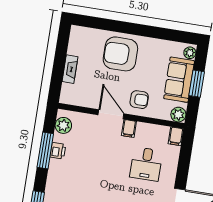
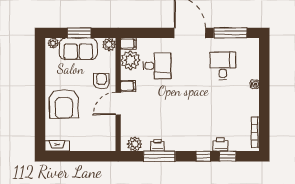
fireplace: (70, 69) -> (57, 146), moved
plant: (157, 136) -> (130, 60), added

